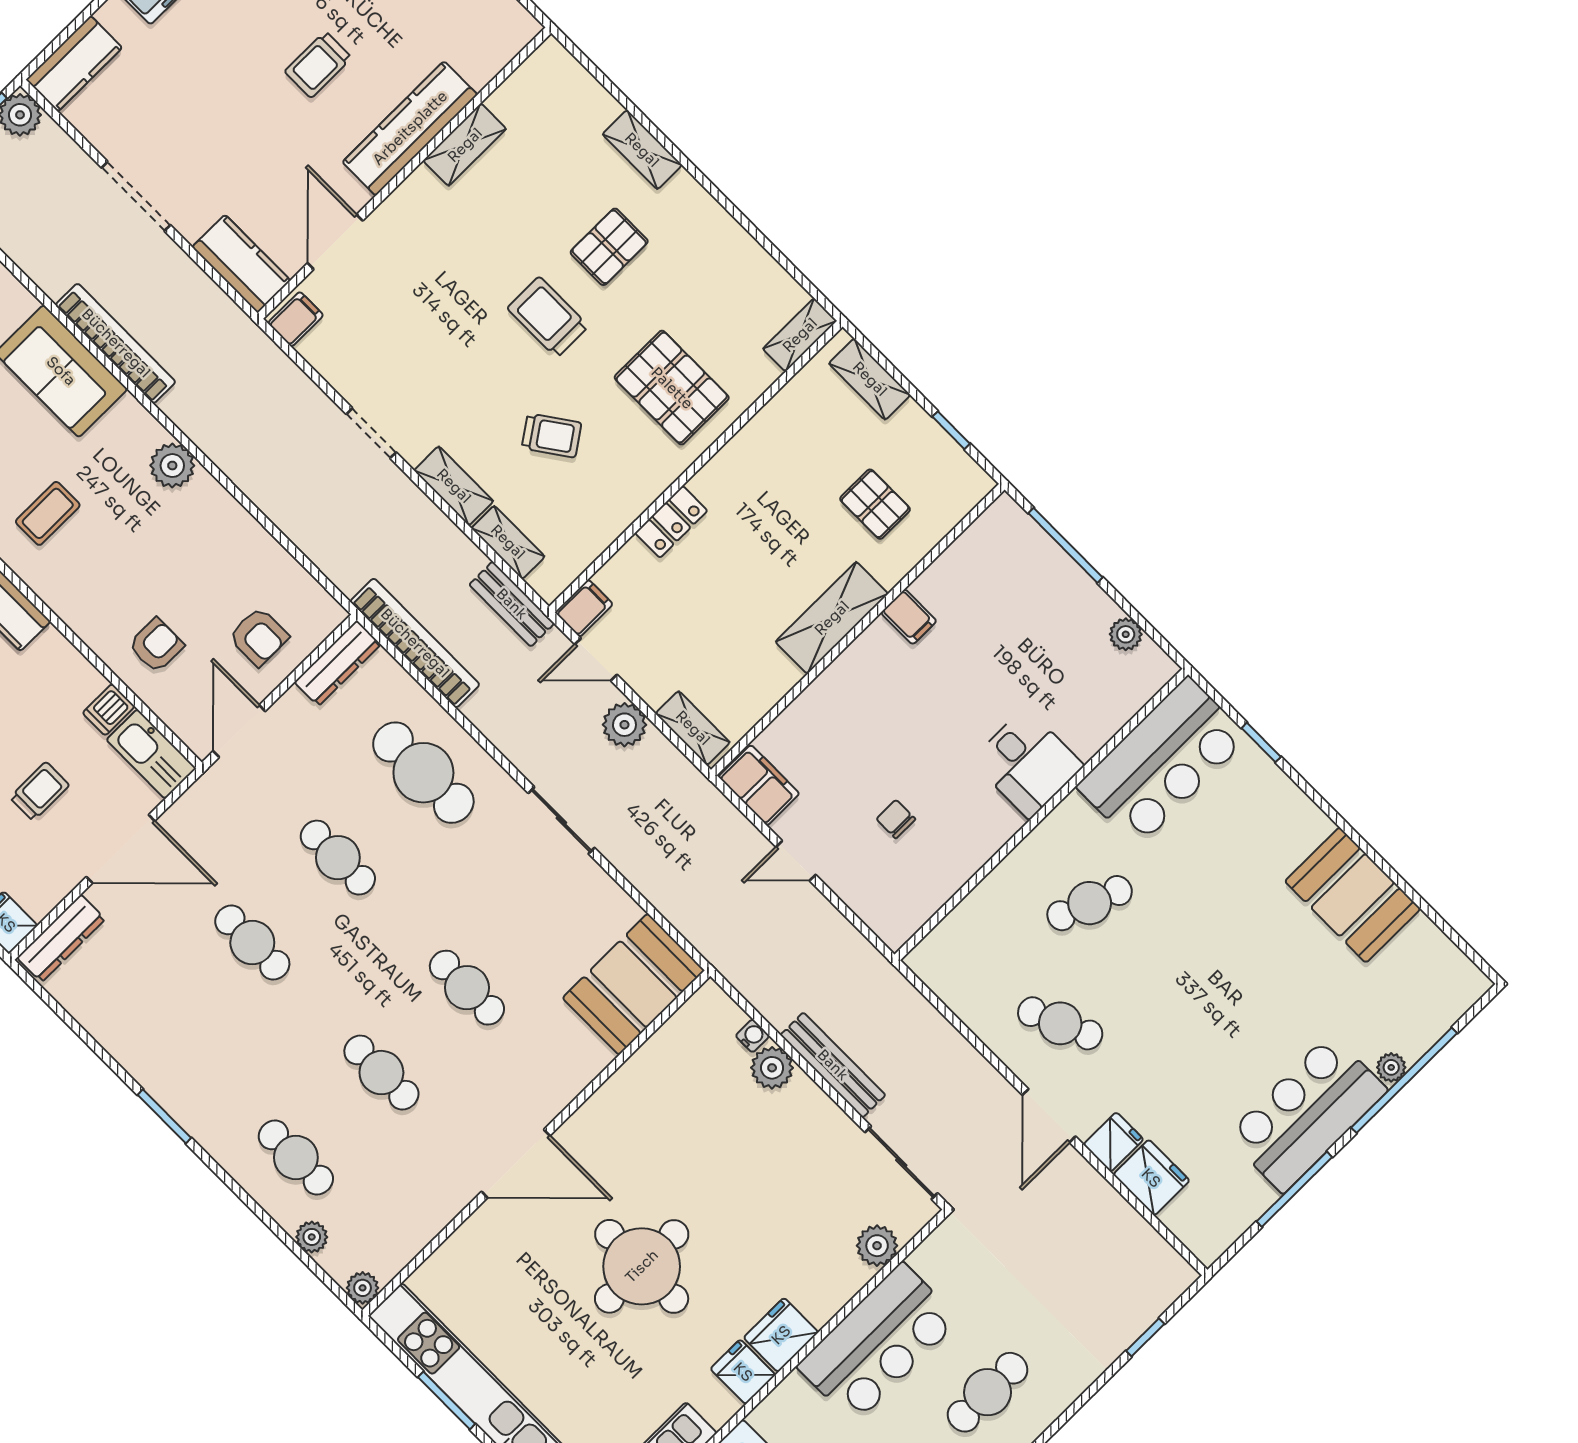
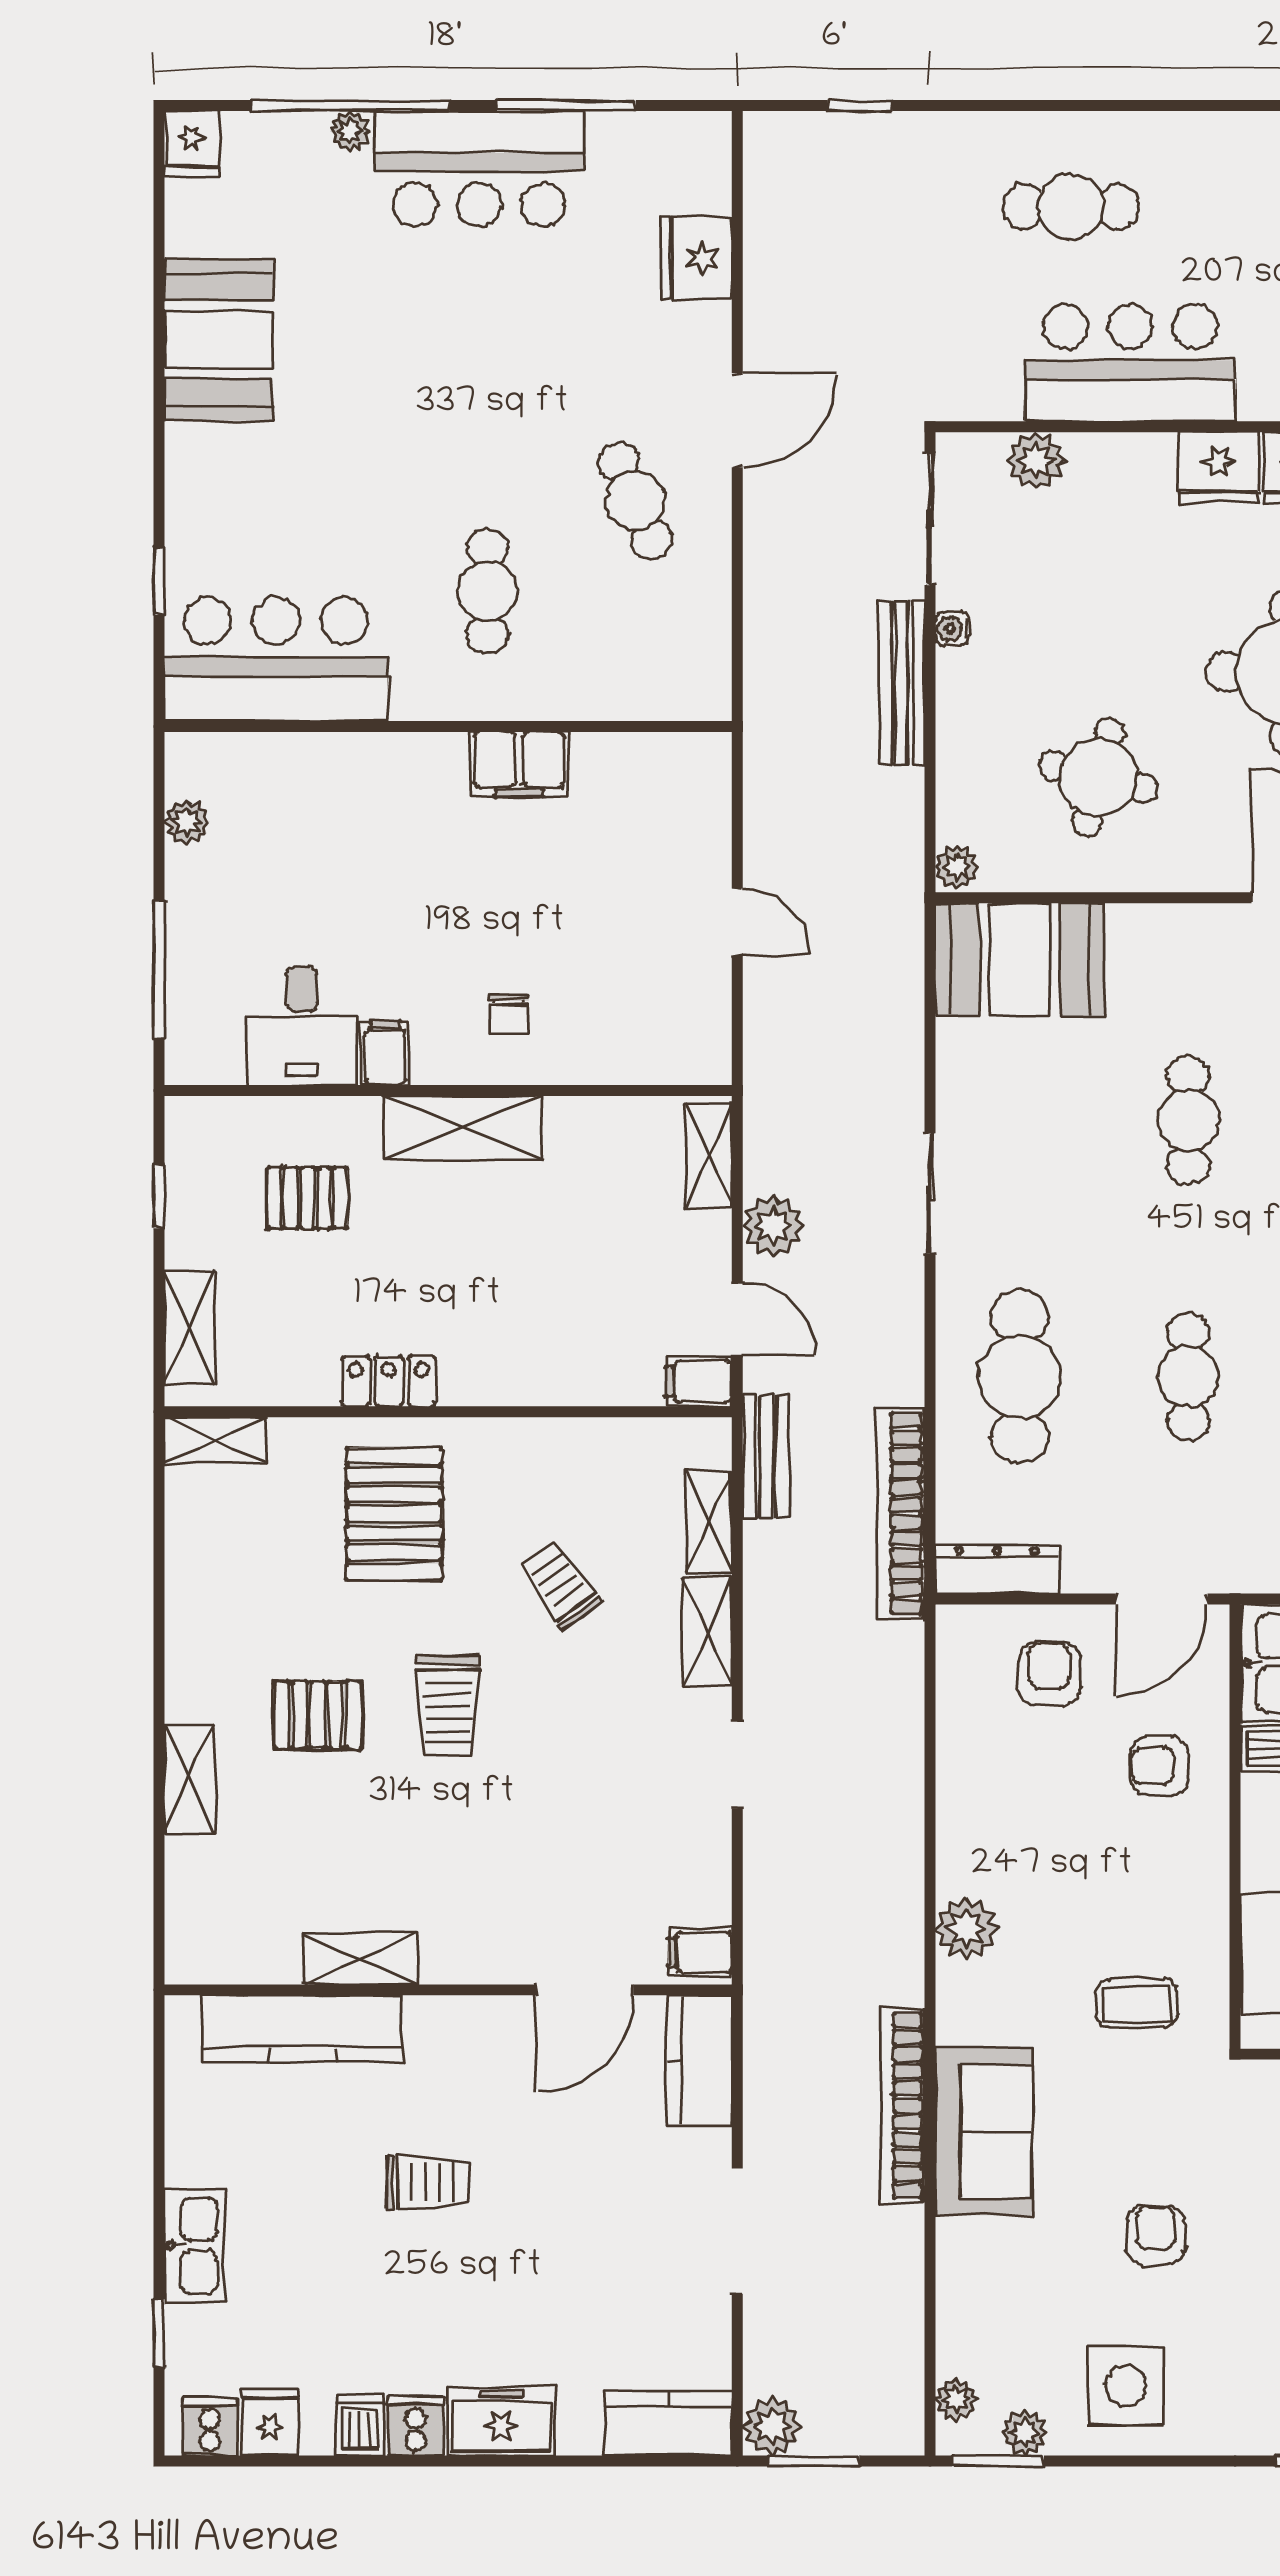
kitchen counter: (410, 128) -> (303, 2029), moved
pallet: (875, 504) -> (307, 1198), turned 90
locker: (671, 522) -> (389, 1381), moved
desk: (1027, 763) -> (302, 1026), moved, turned 180
filing cabinet: (759, 785) -> (519, 764), moved, turned -90
chair: (896, 819) -> (509, 1014), moved
cafe table: (1090, 903) -> (488, 591), turned 69
water cooler: (752, 1036) -> (953, 629), moved
plant: (772, 1068) -> (957, 867), moved, width x0.73, depth x0.73
round table: (686, 1117) -> (1098, 777), added
fridge: (1113, 1142) -> (192, 144), moved, turned -90

